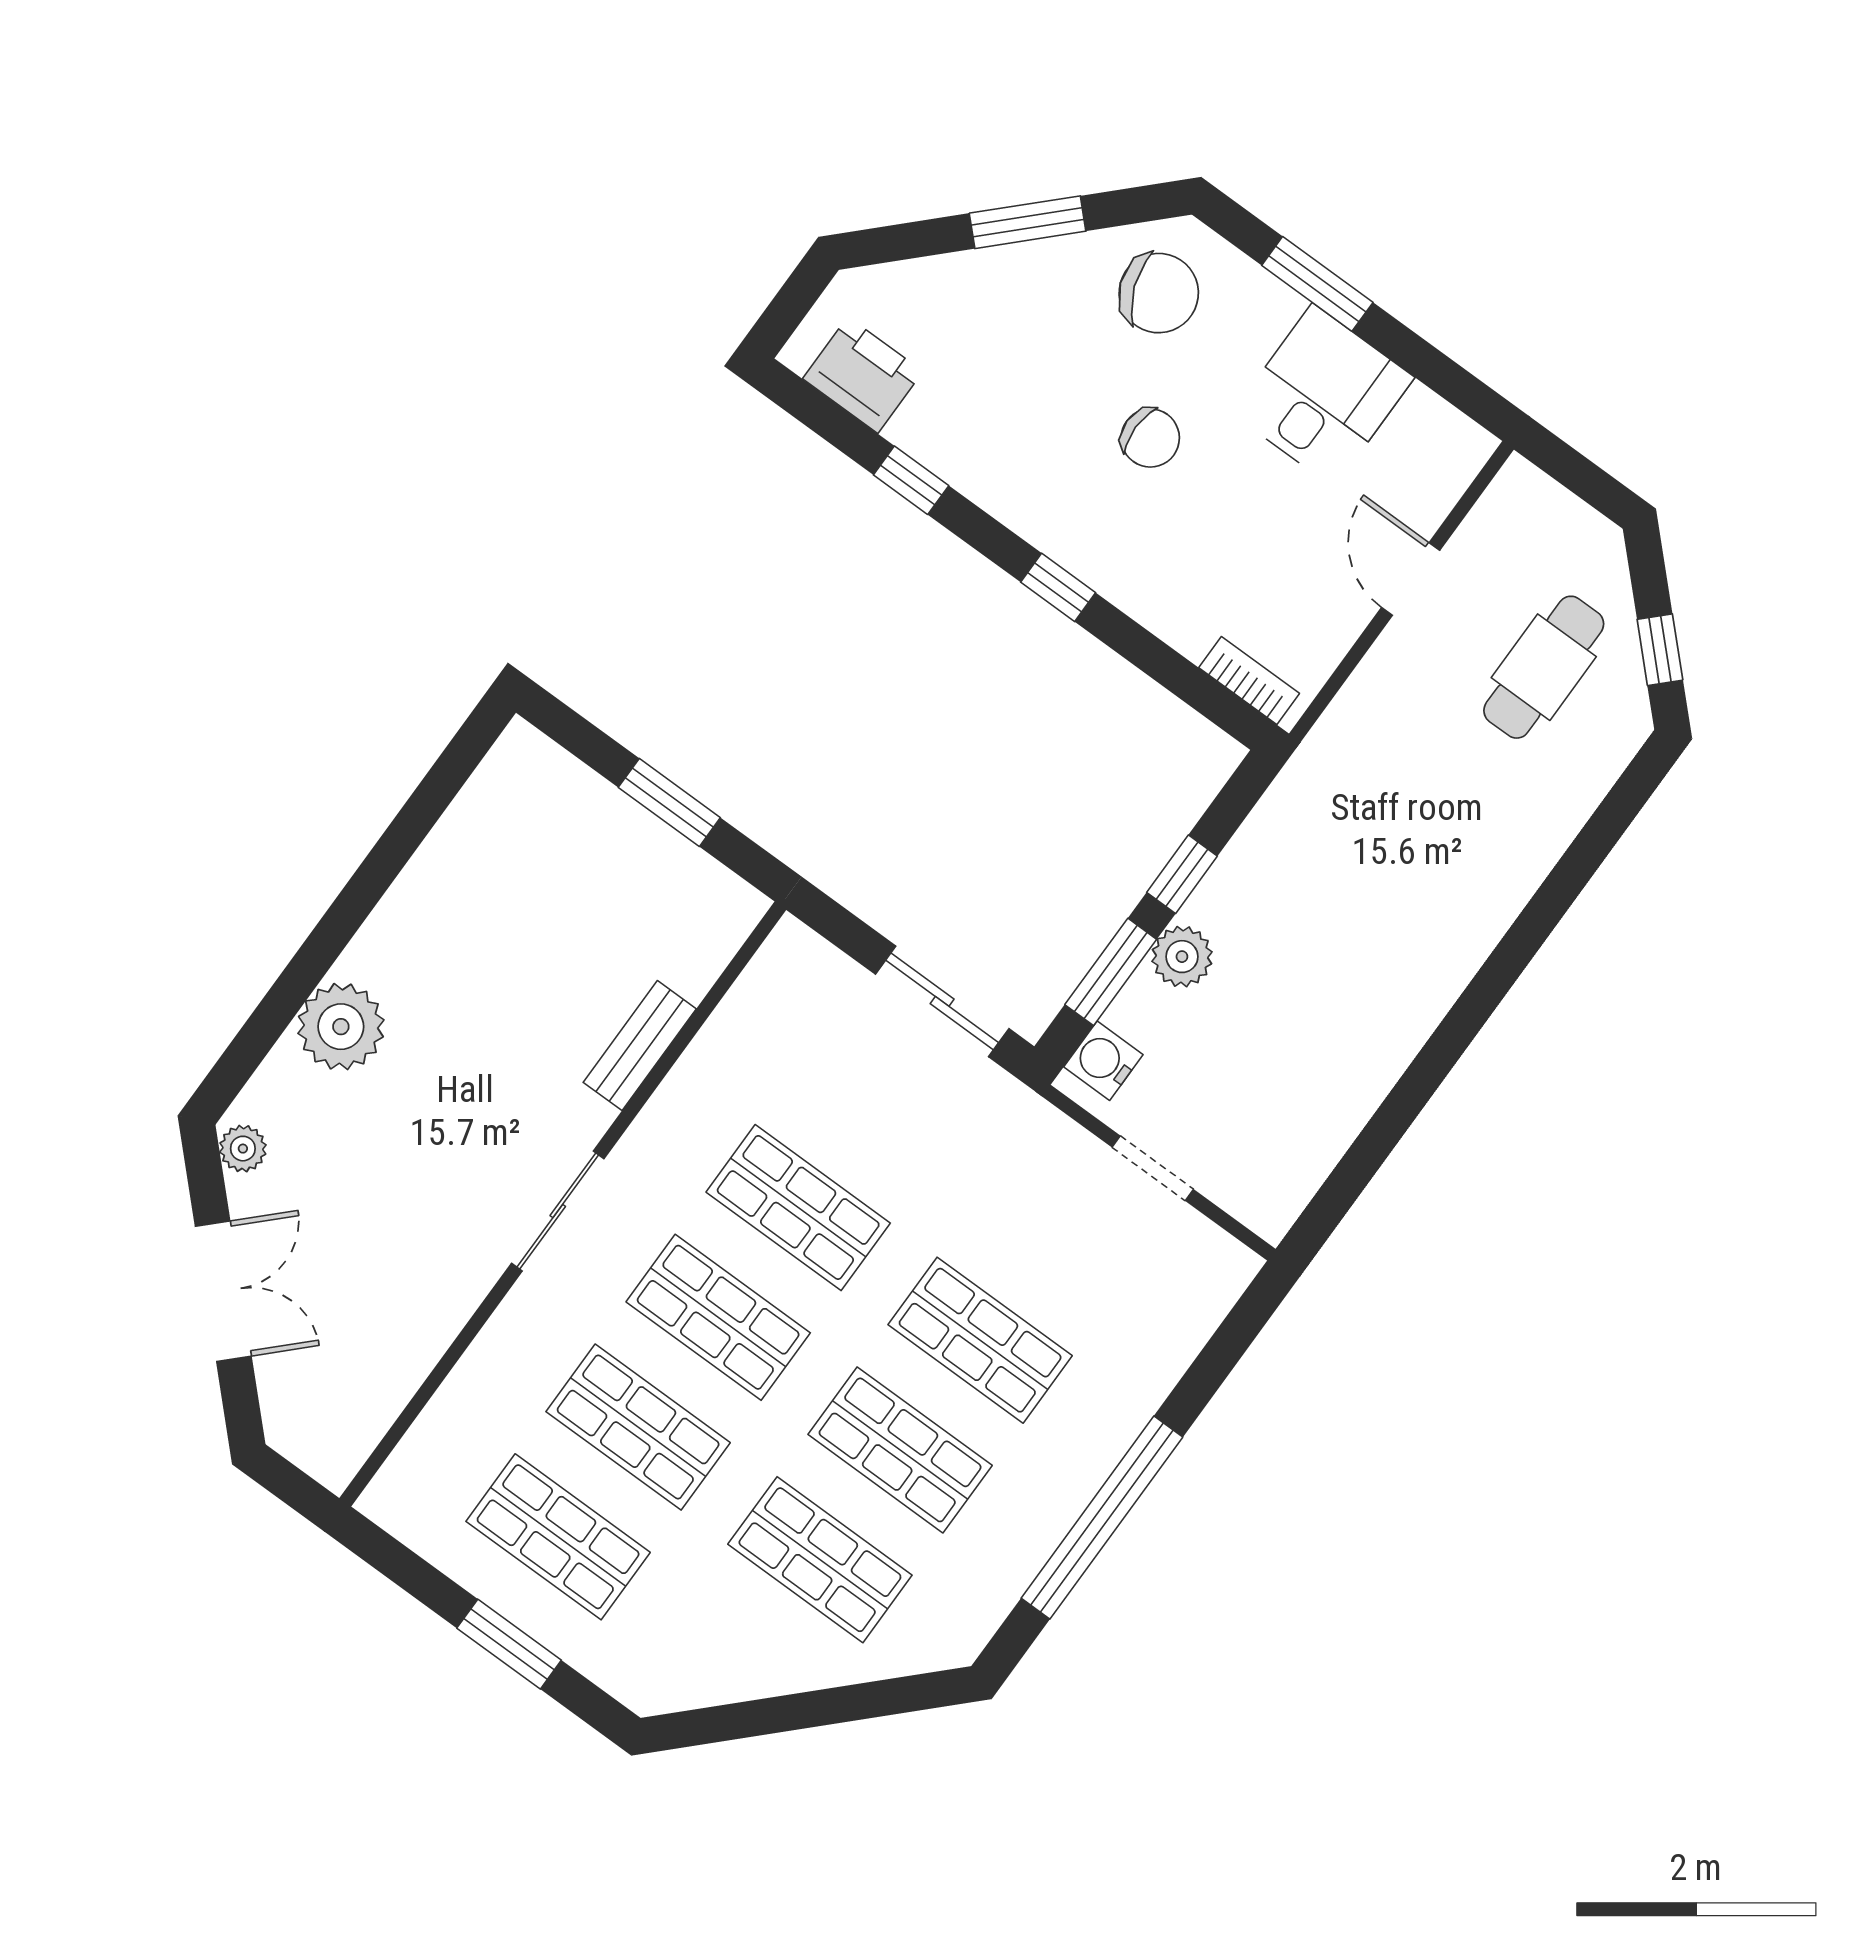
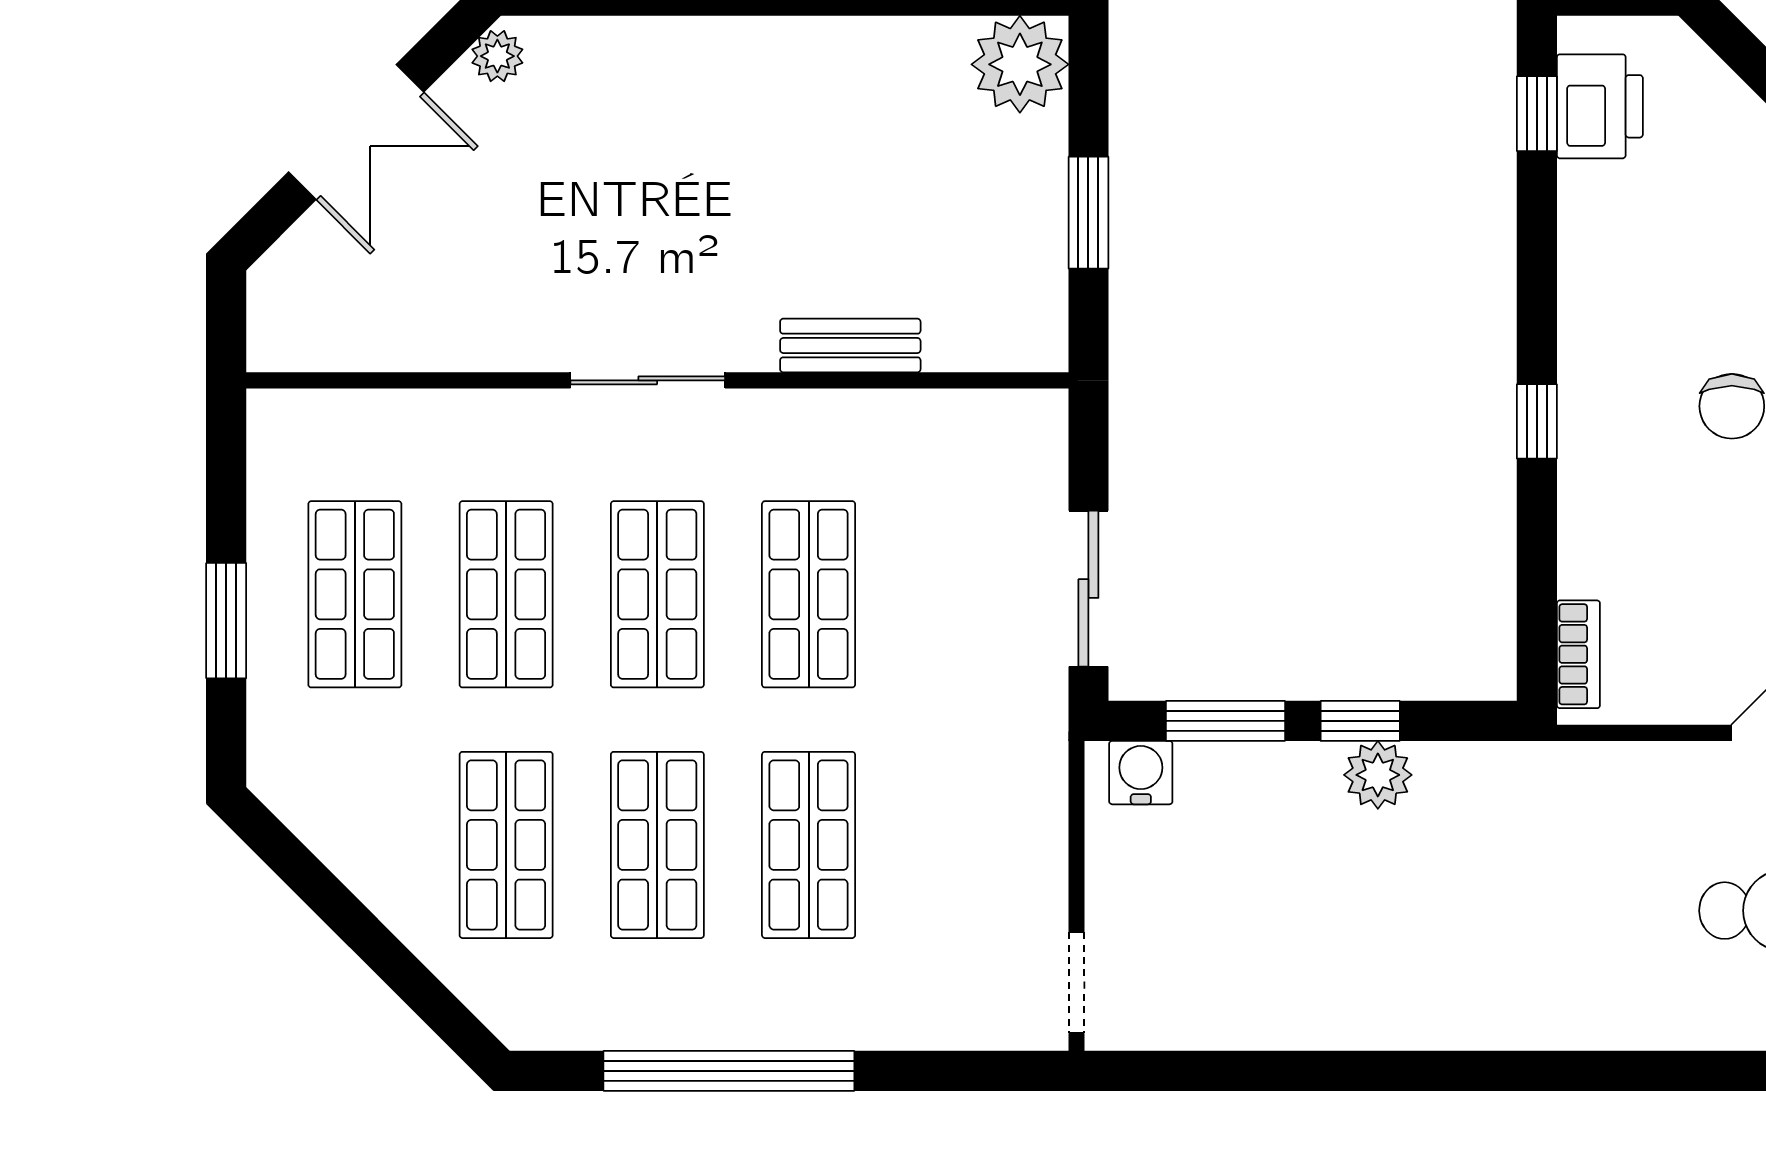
window: (911, 480) -> (1537, 114), moved
plant: (1182, 957) -> (1378, 775), moved
plant: (341, 1027) -> (1020, 64), moved
doorway: (1153, 1168) -> (1076, 983), moved

